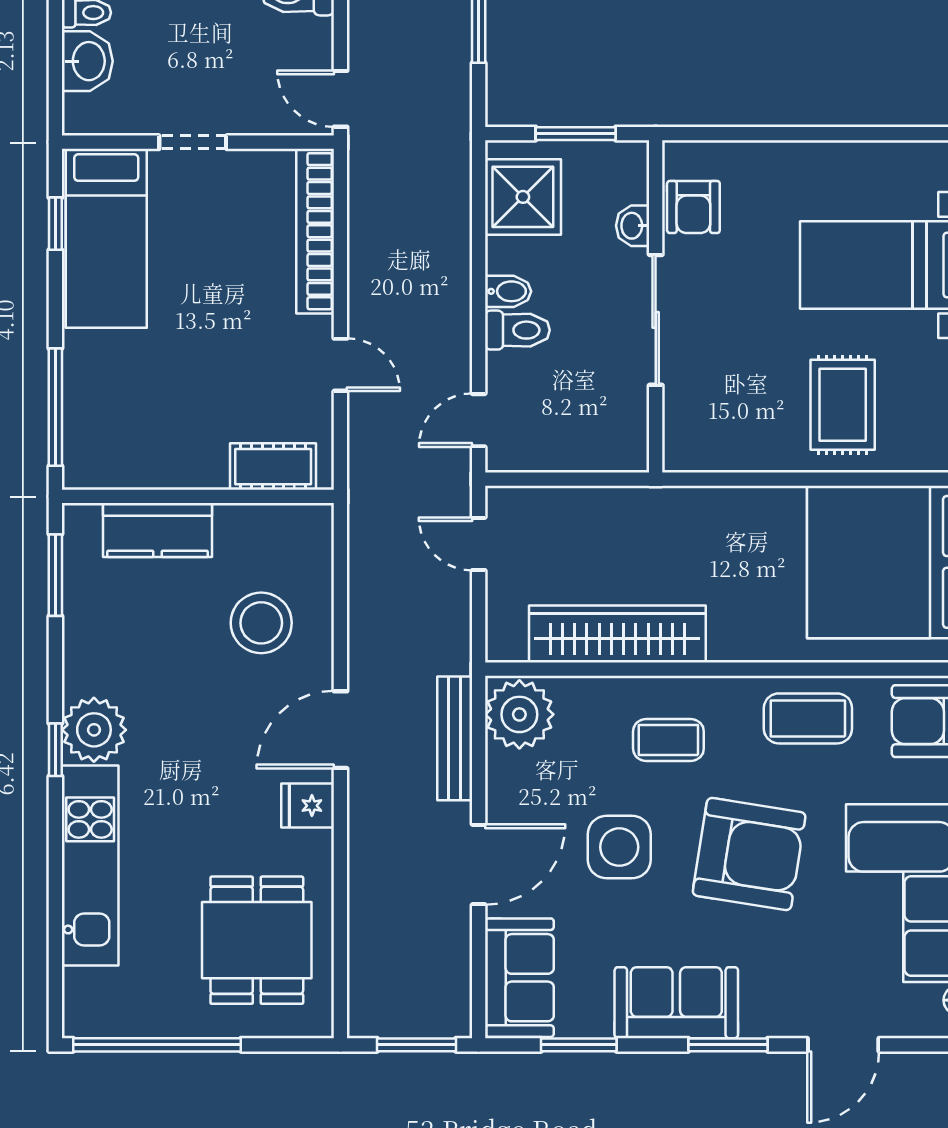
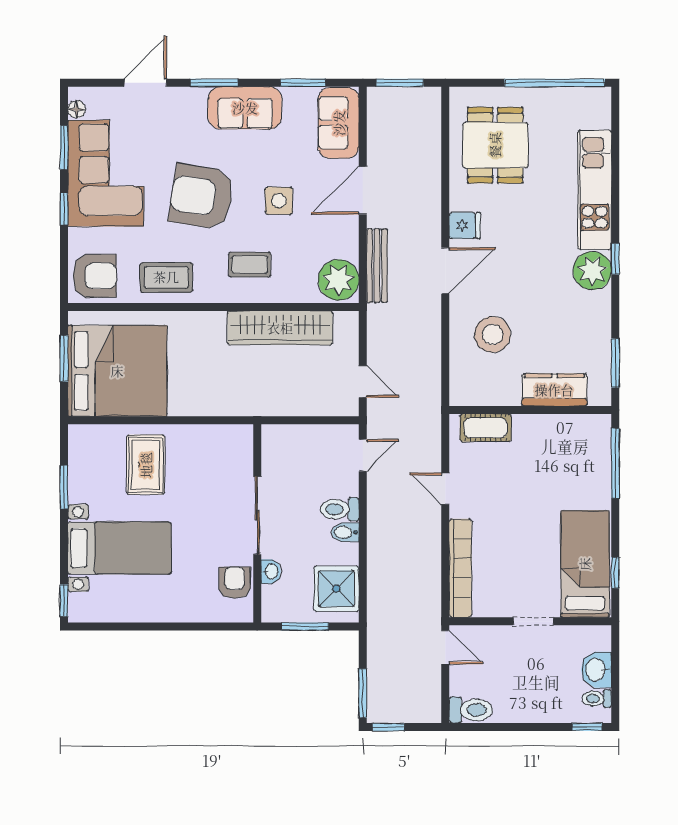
side table: (619, 847) -> (279, 201), width x0.73, depth x0.73

